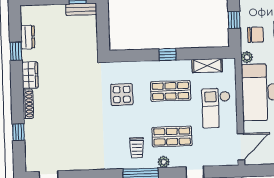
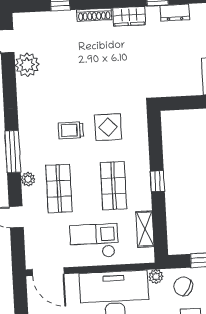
chair: (255, 35) -> (183, 286), turned 119
trolley: (137, 148) -> (71, 130), moved
plant: (69, 161) -> (27, 65), added

